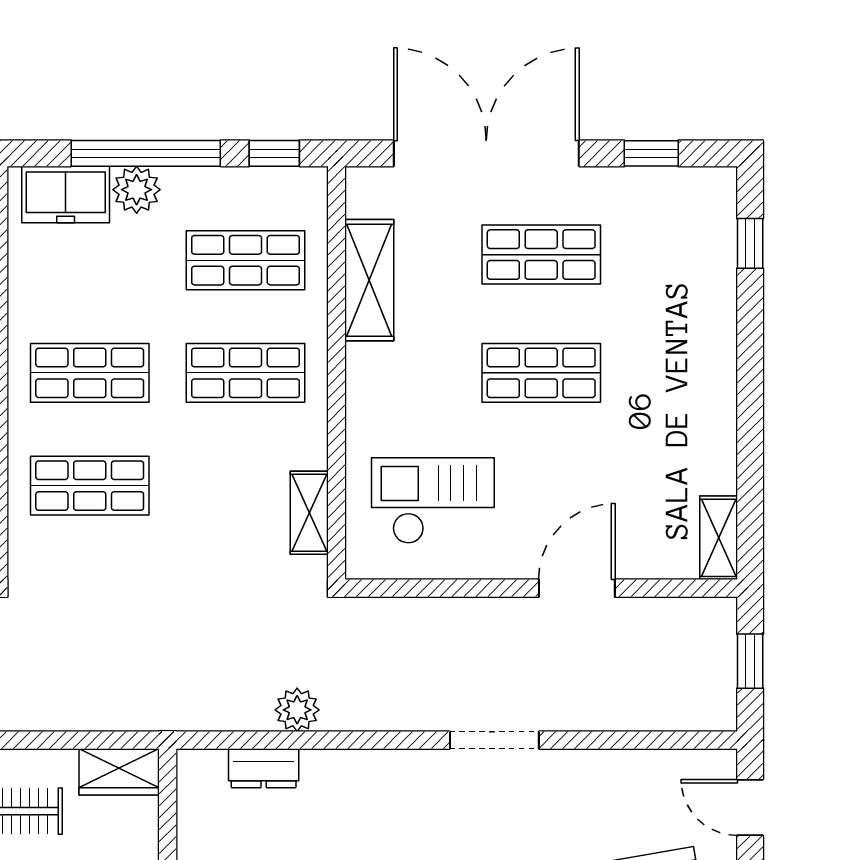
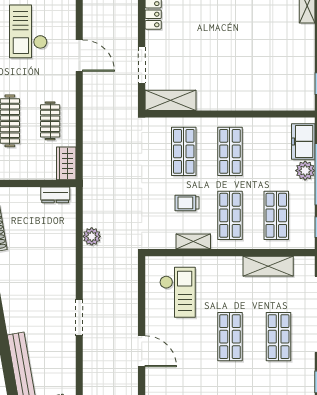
trolley: (215, 478) -> (187, 203), added
shelving: (309, 513) -> (193, 241), moved
dresser: (264, 768) -> (55, 195), moved, turned -90

